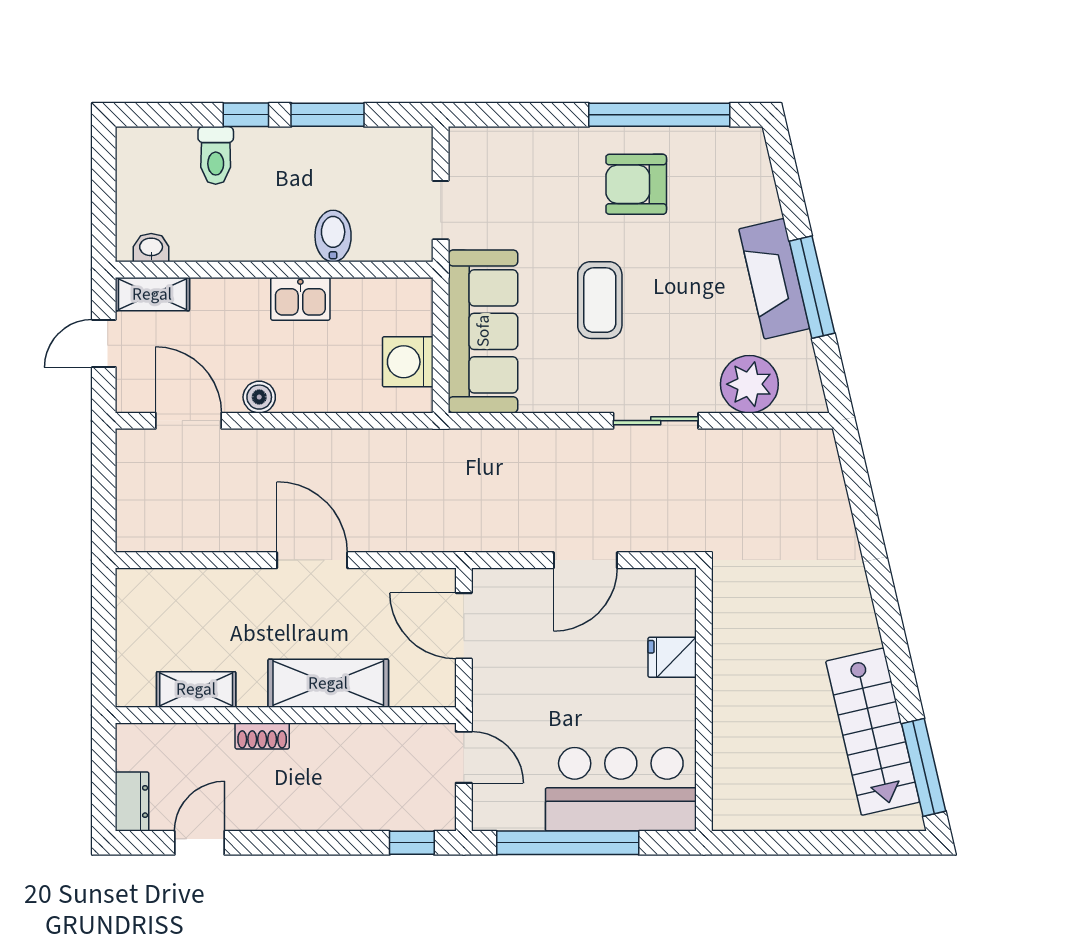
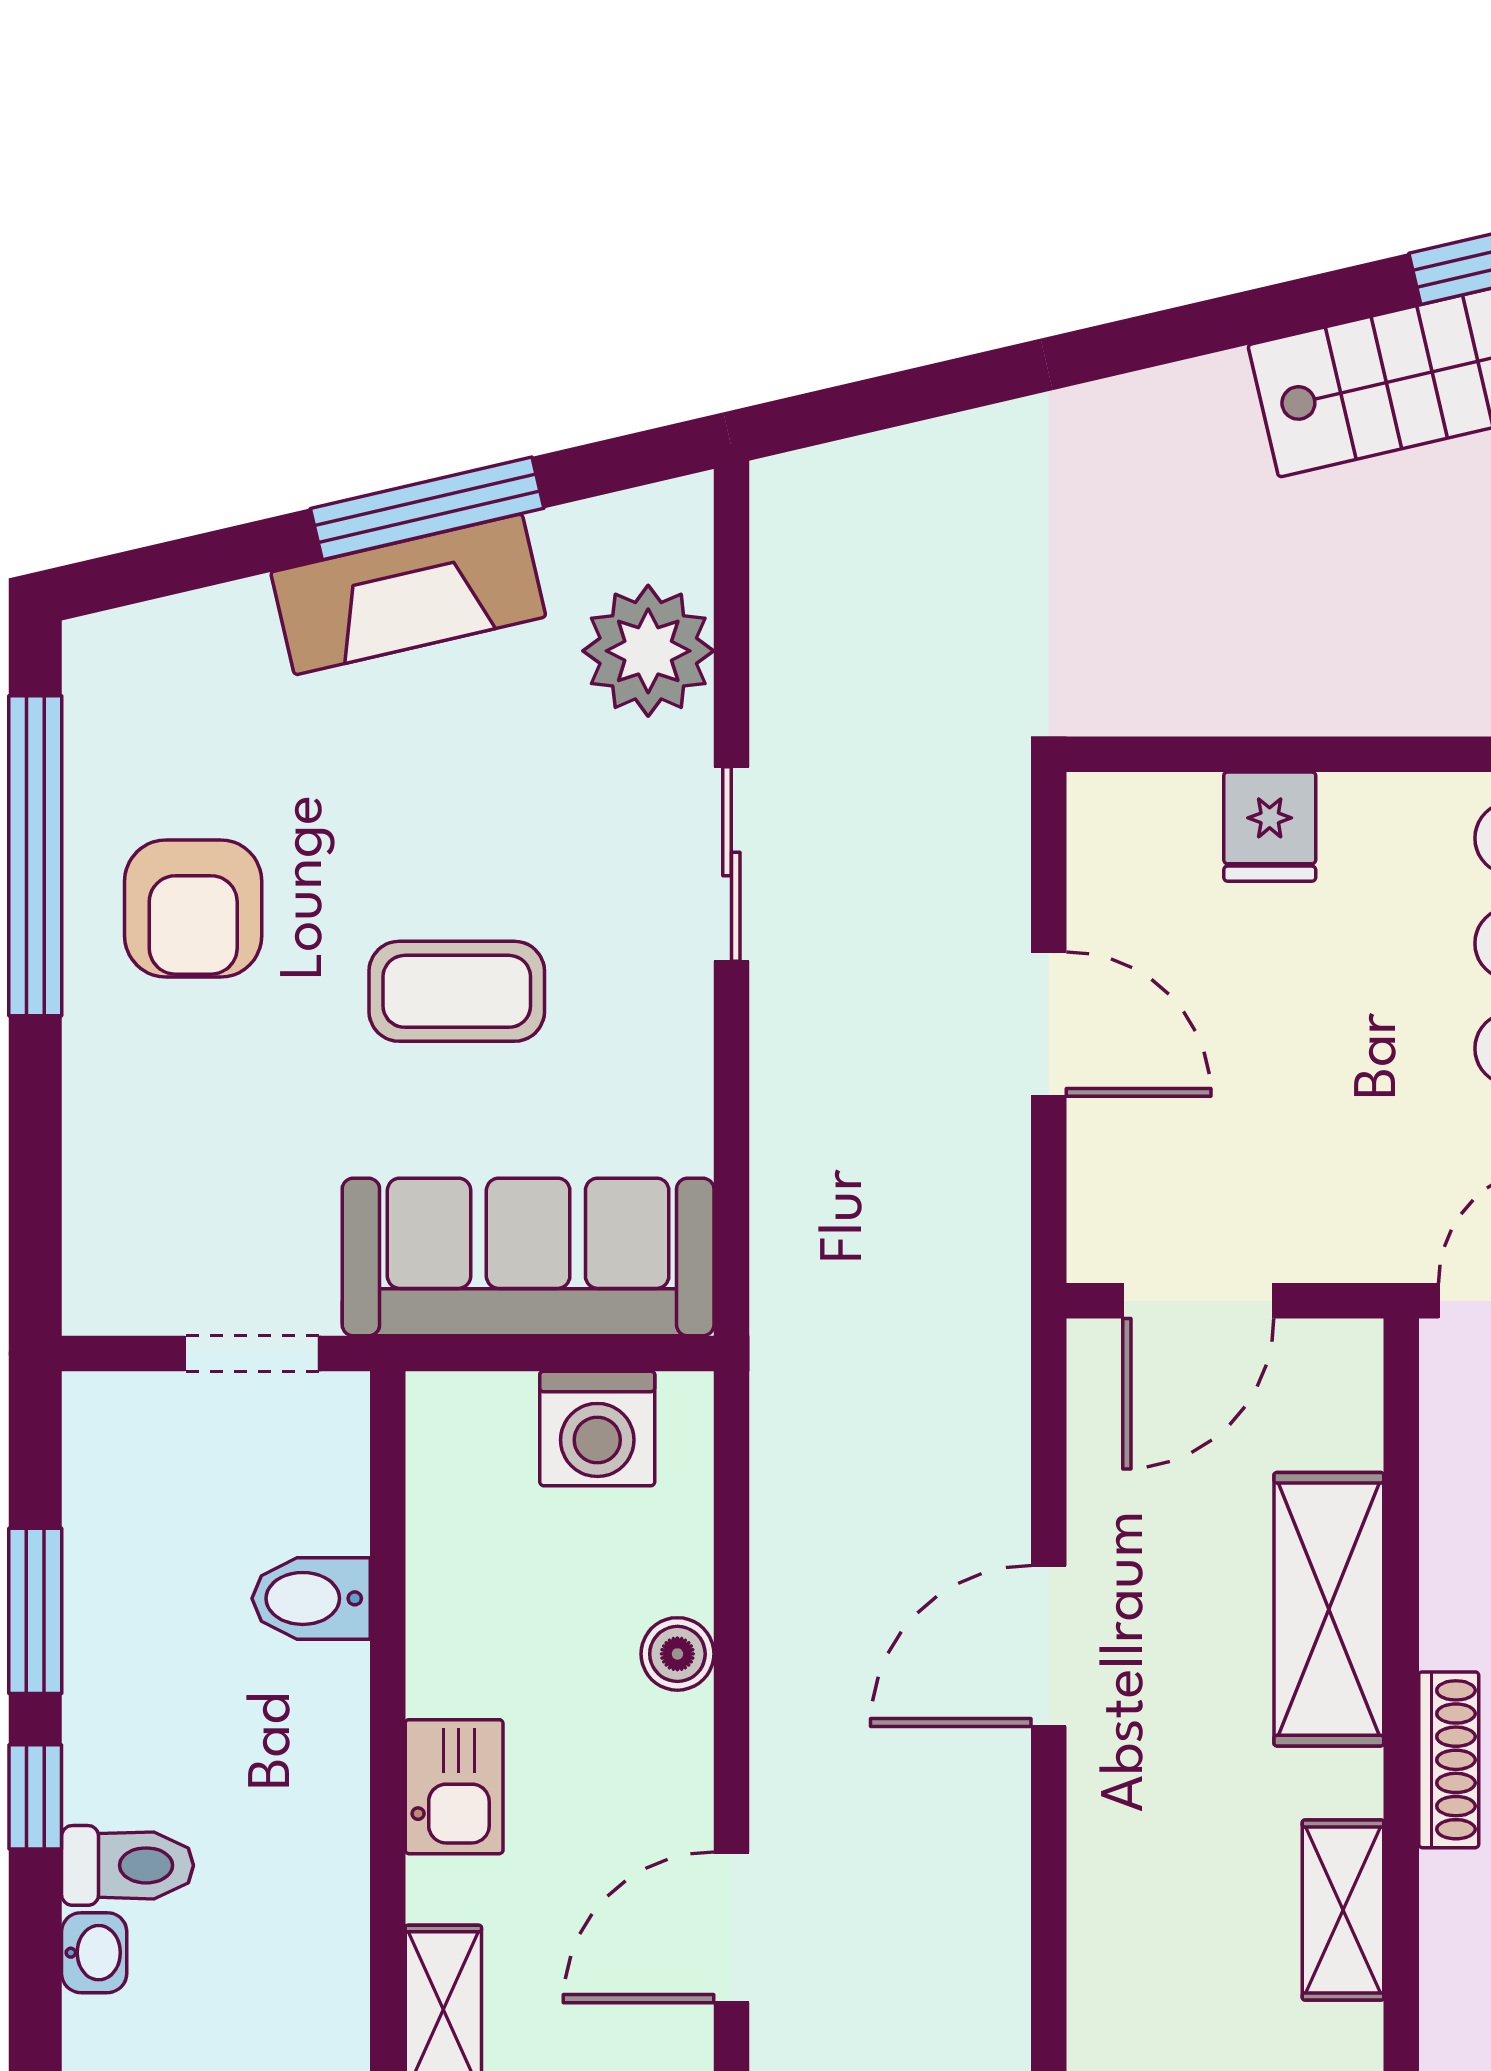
washbasin: (151, 248) -> (94, 1953), moved, turned 180
kitchen sink: (300, 299) -> (454, 1787), moved
boiler: (259, 397) -> (677, 1654), moved
shoe rack: (262, 736) -> (1449, 1760), width x1.43

